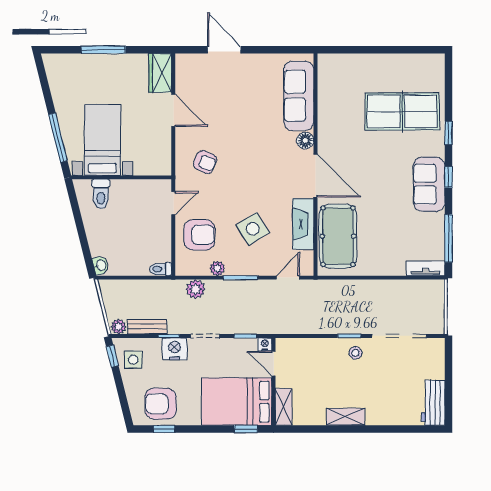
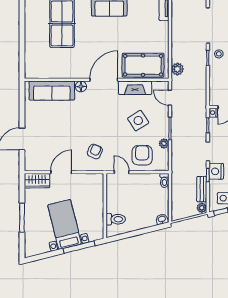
bed with nightstands: (102, 140) -> (65, 224), moved, turned 76
plant: (195, 289) -> (177, 69), moved

